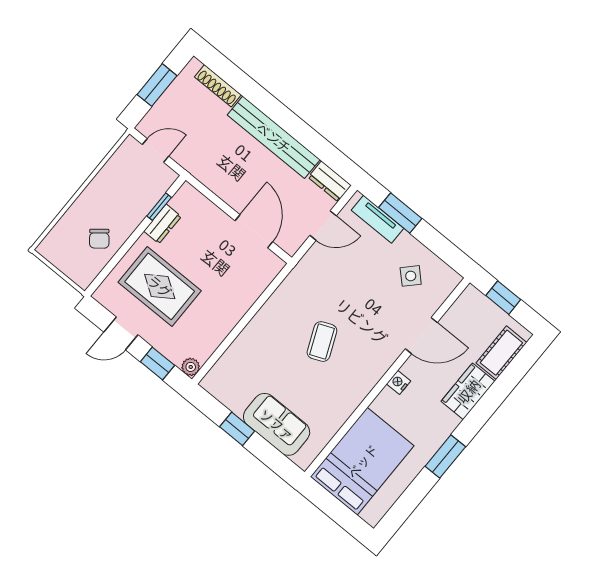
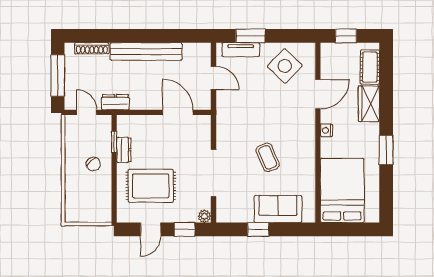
window: (157, 85) -> (58, 76), width x1.44
door: (156, 150) -> (87, 112), hinge flipped
dresser: (330, 181) -> (115, 102), moved, turned 180
door: (323, 226) -> (213, 78), hinge flipped
chair: (99, 239) -> (93, 164), moved
side table: (411, 276) -> (285, 66), width x1.87, depth x1.87
doorway: (239, 328) -> (213, 173), added
coffee table: (322, 342) -> (268, 157), moved

